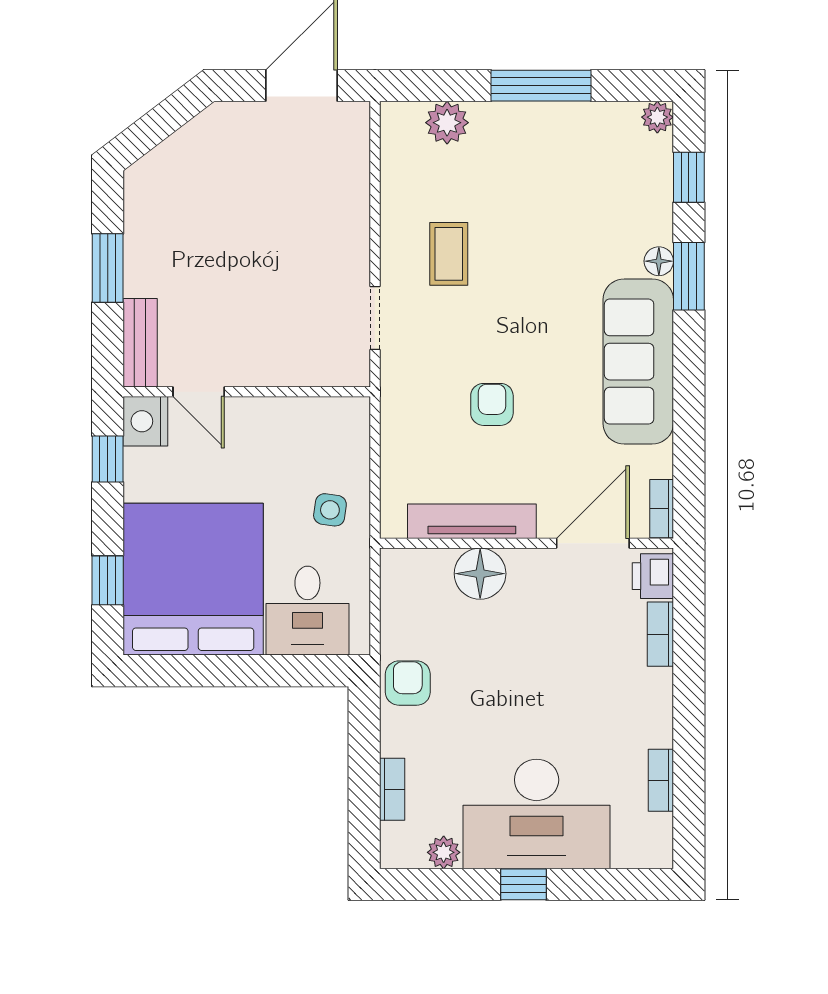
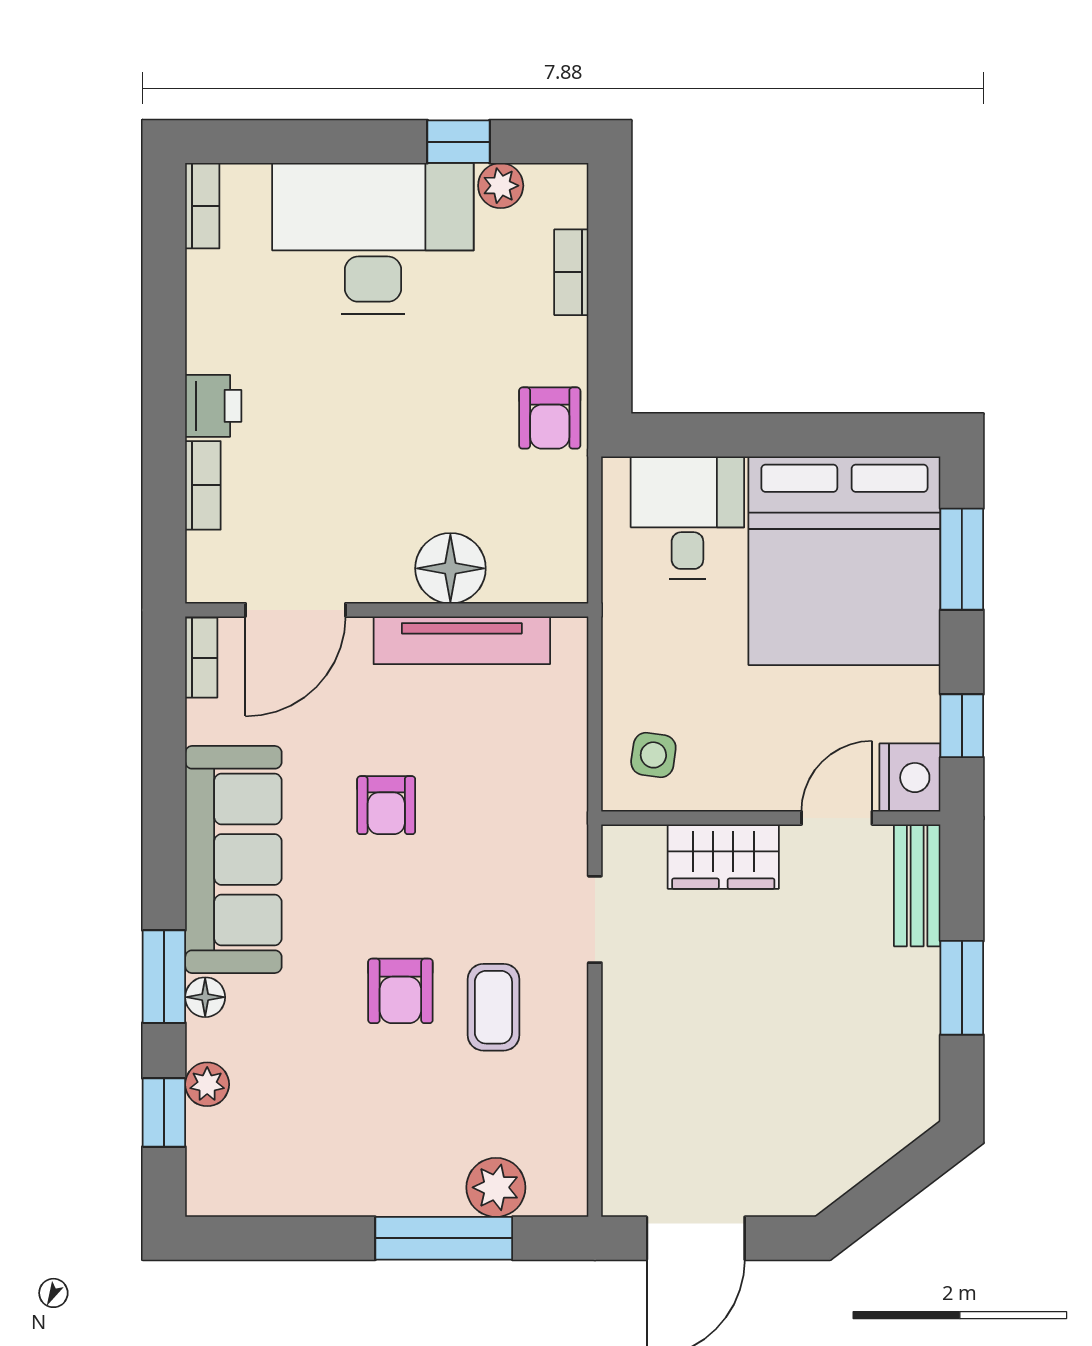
window: (541, 86) -> (444, 1238), moved
plant: (657, 117) -> (207, 1084), moved
armchair: (517, 266) -> (400, 991), added
wardrobe: (281, 364) -> (723, 857), added
door: (199, 392) -> (837, 818), hinge flipped
armchair: (492, 404) -> (386, 805), moved
side table: (330, 510) -> (653, 755), moved
printer: (653, 576) -> (213, 406), moved
window: (108, 580) -> (962, 559), width x1.50
bookcase: (661, 780) -> (202, 206), moved
window: (524, 884) -> (459, 142), moved

